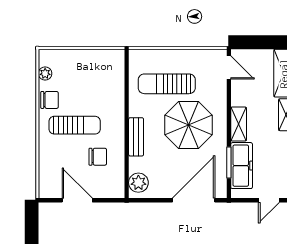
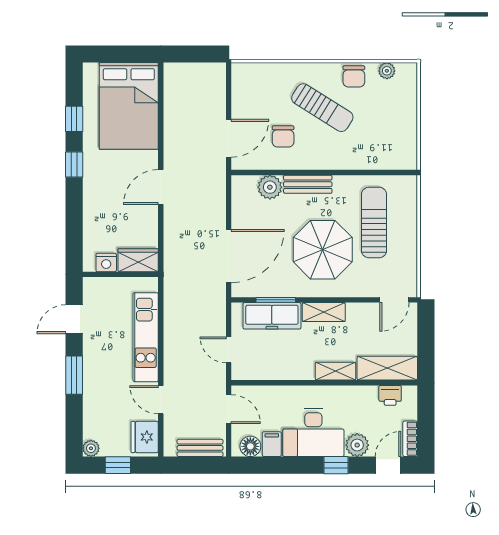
sun lounger: (75, 125) -> (322, 108), turned -58
plant: (138, 183) -> (270, 187), moved
door: (77, 200) -> (229, 138), moved
door: (194, 200) -> (229, 256), hinge flipped

